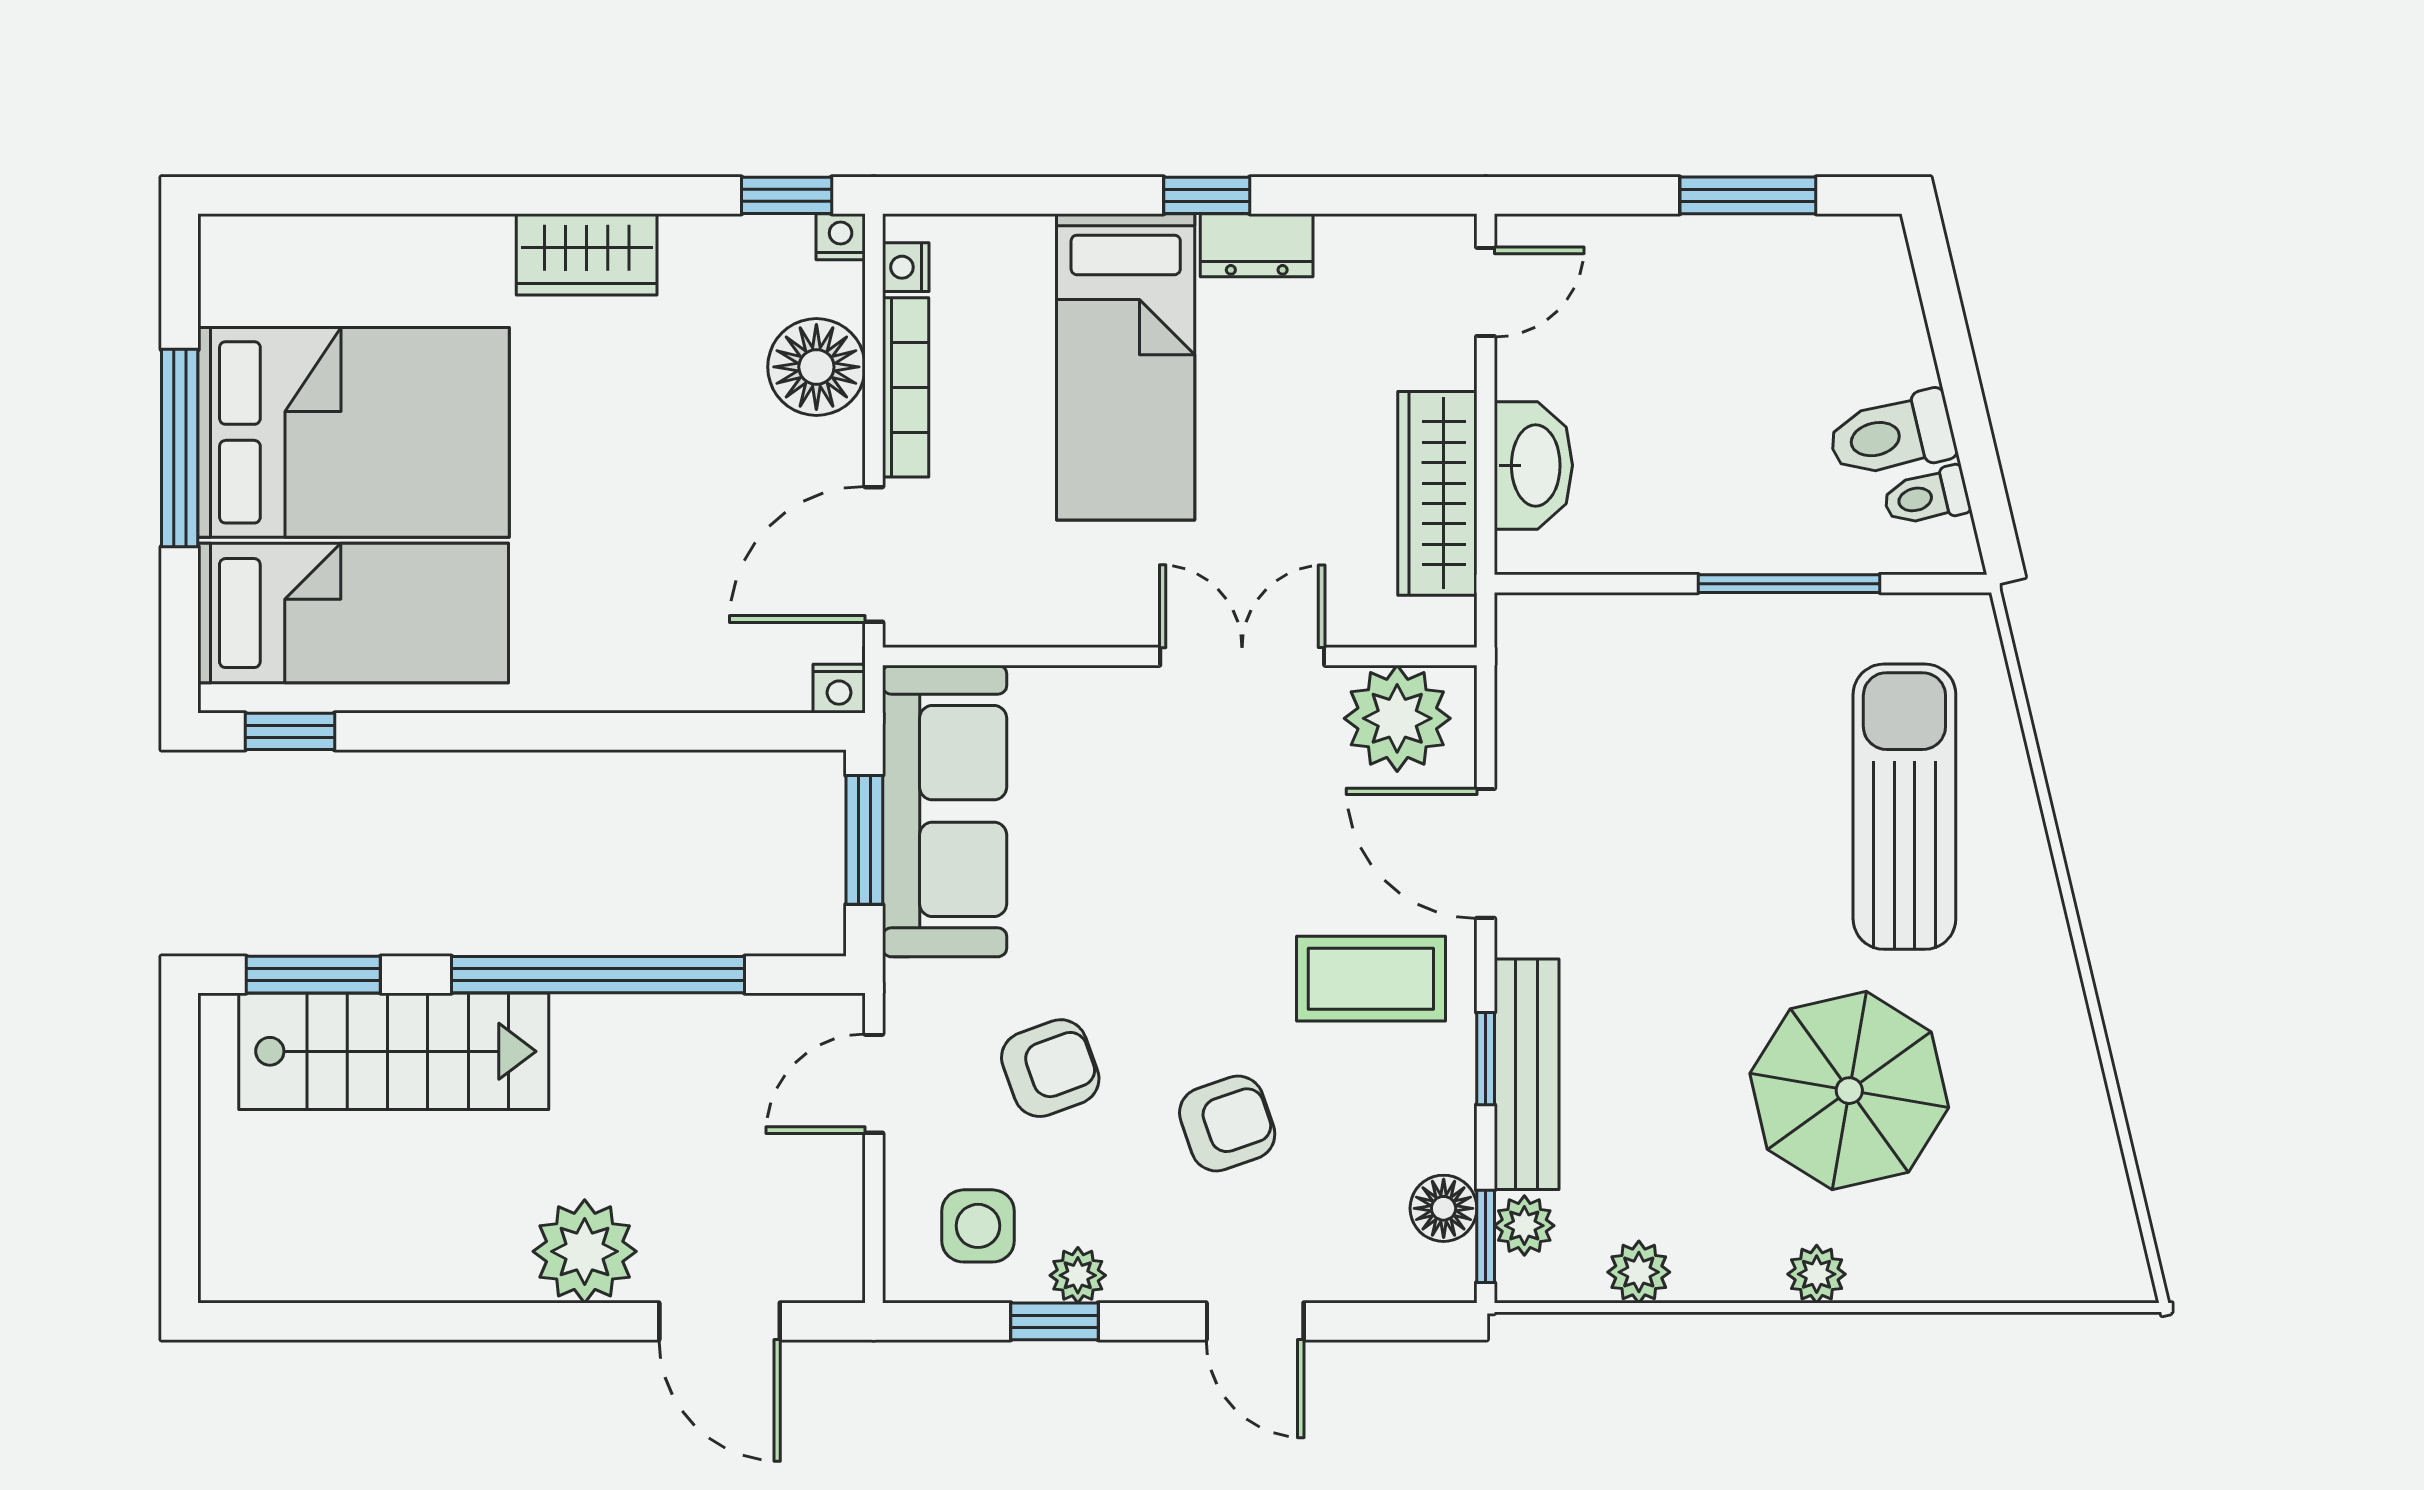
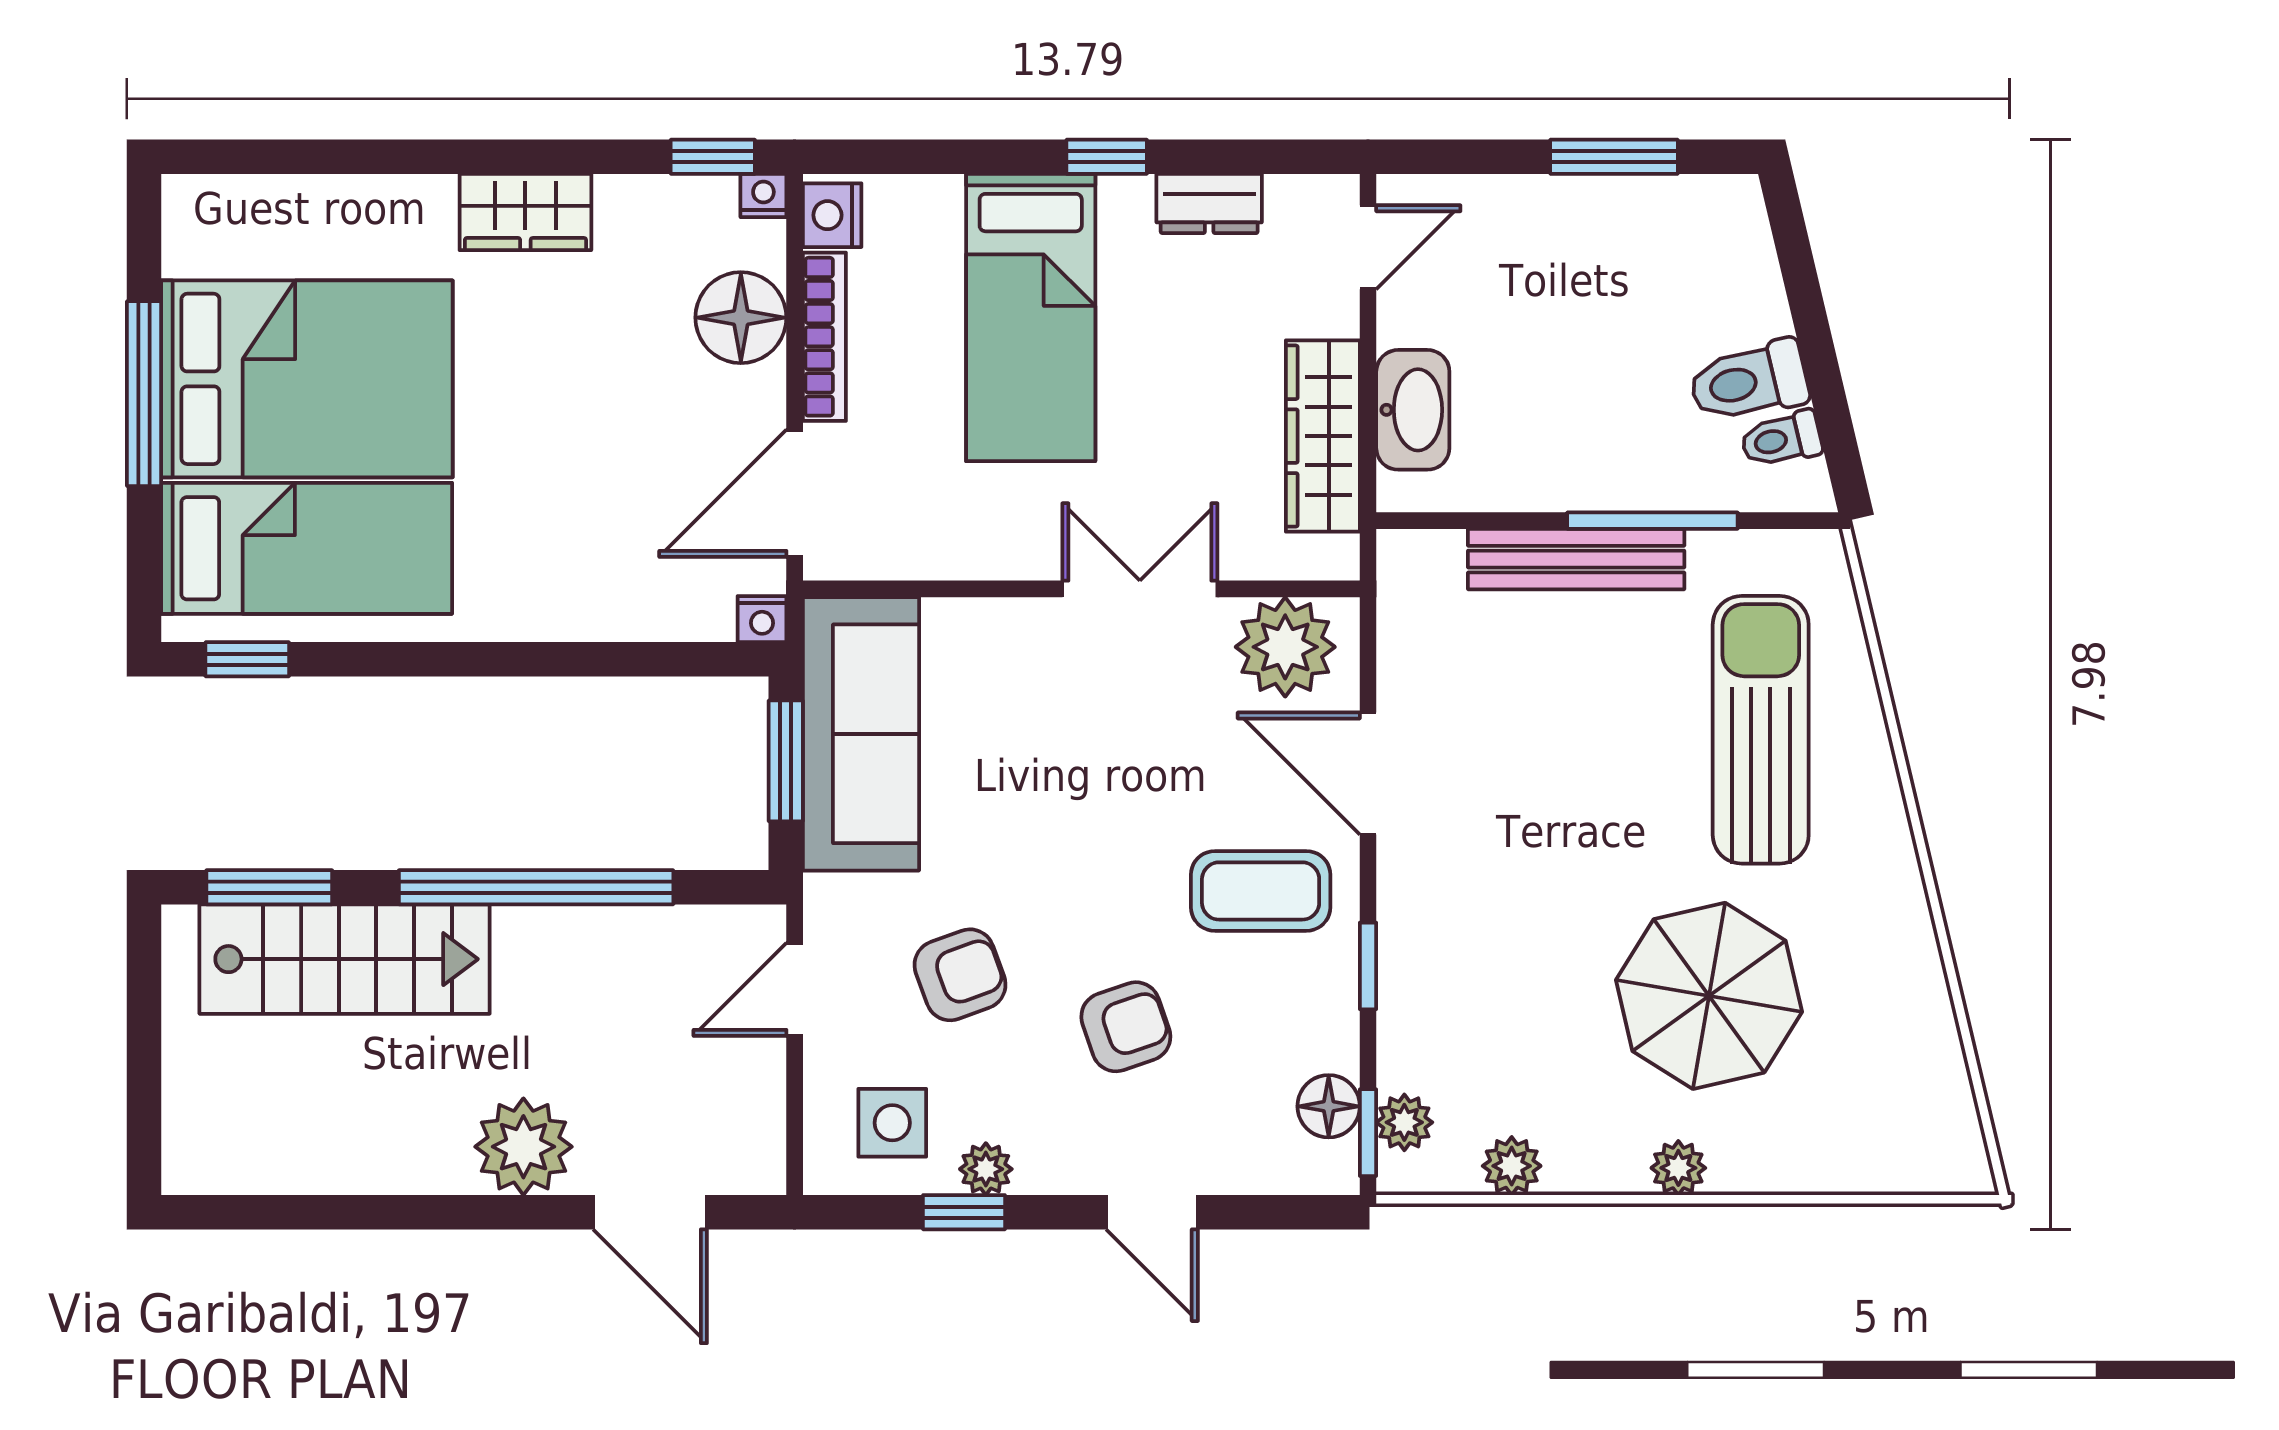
dresser: (1257, 245) -> (1209, 203), moved
nightstand: (906, 267) -> (832, 215), width x1.39, depth x1.35
bench: (1527, 1074) -> (1576, 559), moved, turned 90

